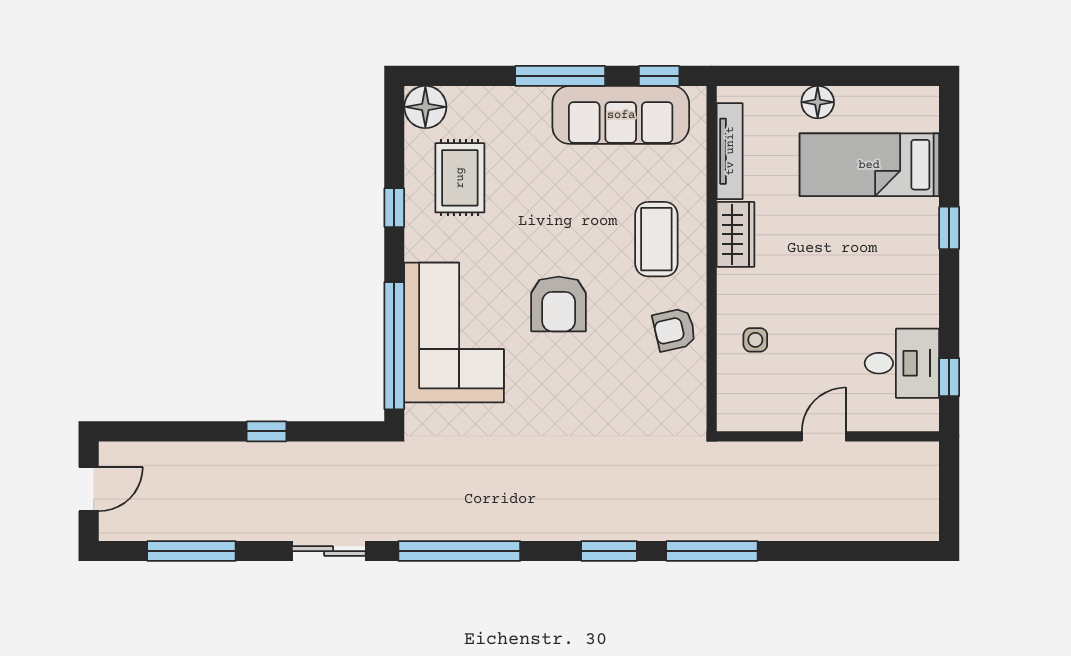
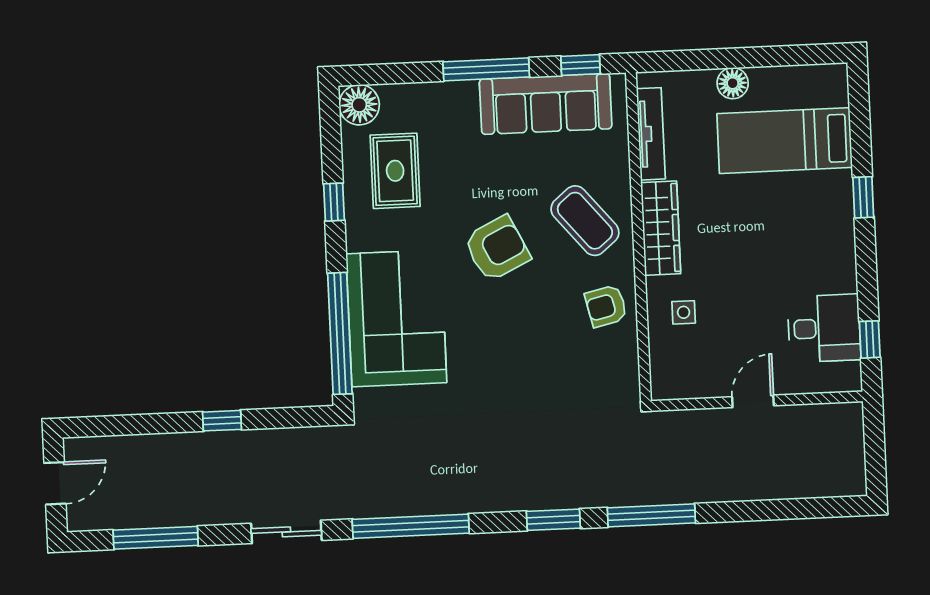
wardrobe: (735, 234) -> (661, 228), width x1.50
coffee table: (656, 239) -> (585, 221), turned -40
armchair: (559, 304) -> (497, 248), moved, turned -116

